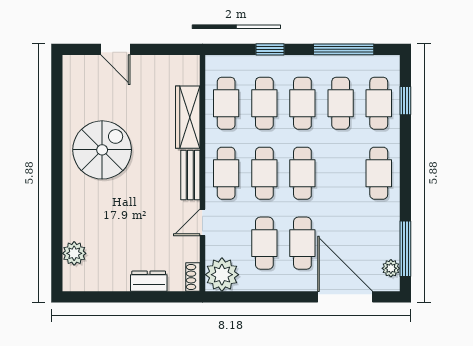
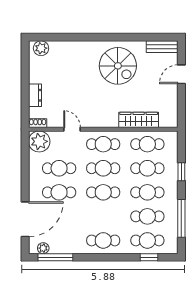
bench: (190, 175) -> (162, 47), moved
plant: (74, 253) -> (41, 48), moved

